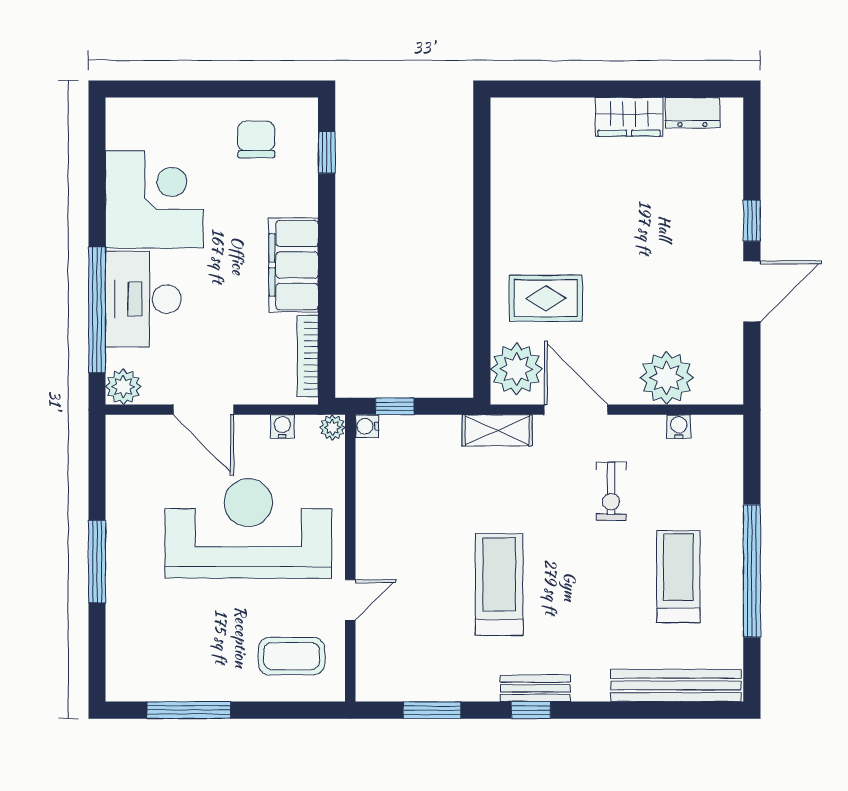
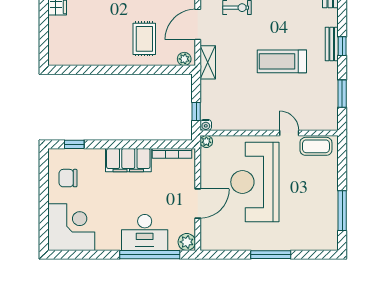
corner desk: (154, 199) -> (71, 227), moved, turned 90
plant: (517, 369) -> (184, 59), width x0.53, depth x0.53
water cooler: (282, 426) -> (206, 166), removed
coffee table: (292, 656) -> (316, 146), moved, turned 90

